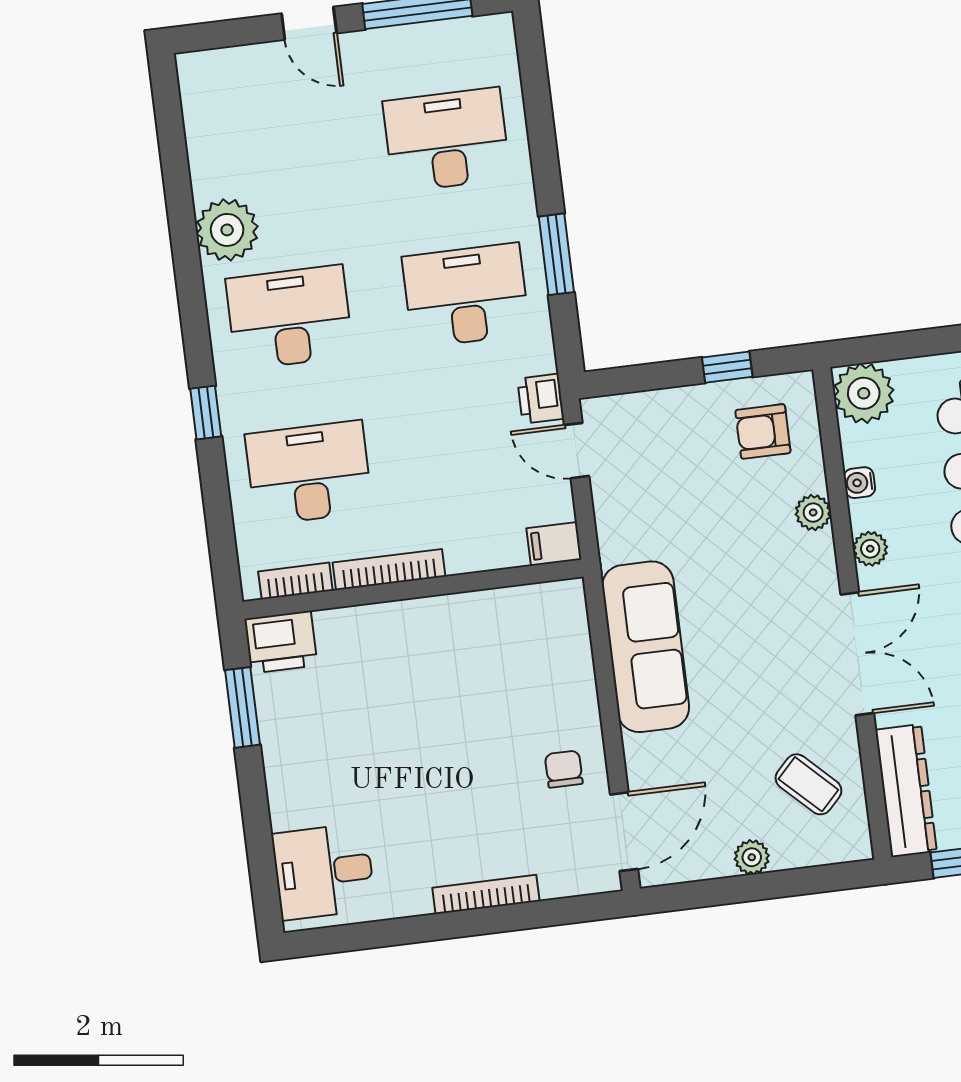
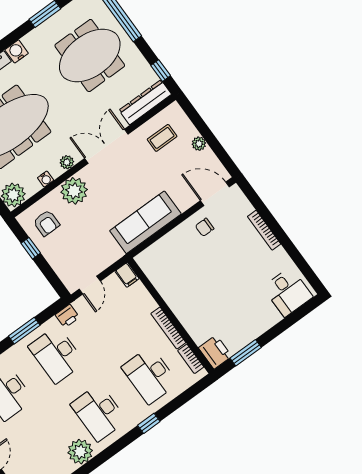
printer: (541, 399) -> (67, 316), moved
plant: (813, 513) -> (74, 191), width x1.88, depth x1.88
coffee table: (808, 784) -> (162, 138), turned 46

